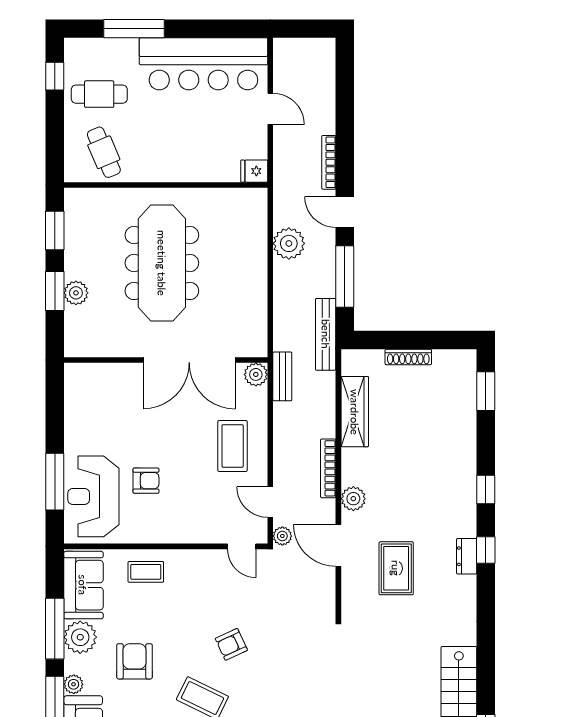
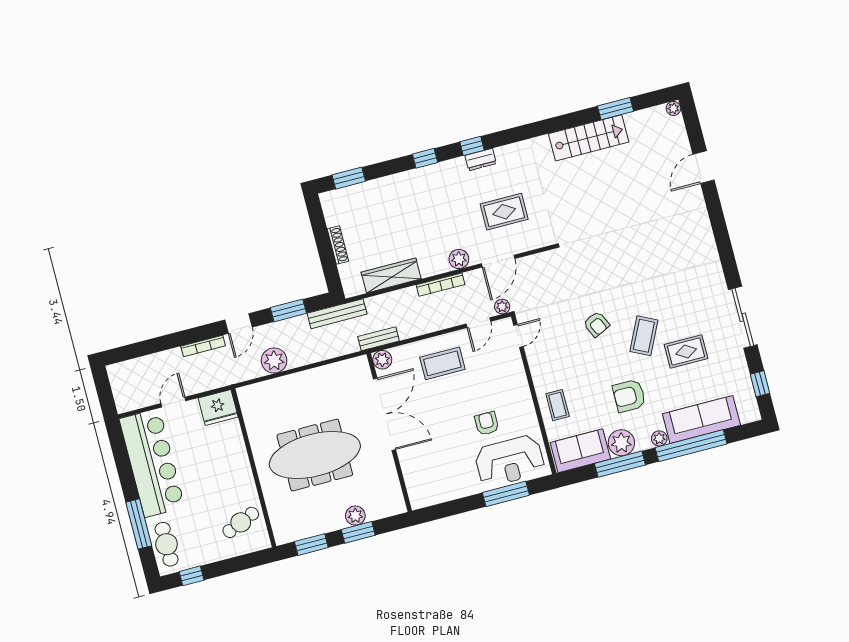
cafe table: (99, 94) -> (167, 544), moved
fridge: (254, 171) -> (218, 408), width x1.88, depth x1.34
window: (345, 277) -> (288, 310), width x0.69

